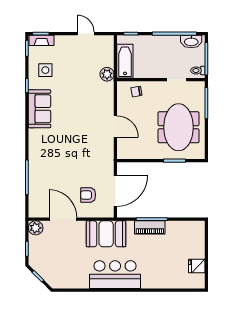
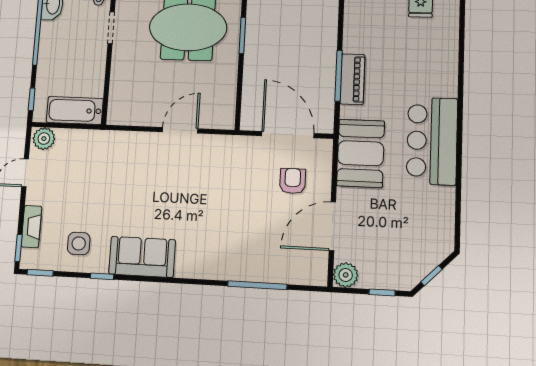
fireplace: (42, 40) -> (31, 227), moved
plant: (107, 74) -> (44, 139), moved
chair: (136, 92) -> (125, 94), removed
armchair: (88, 195) -> (293, 181), turned 180

